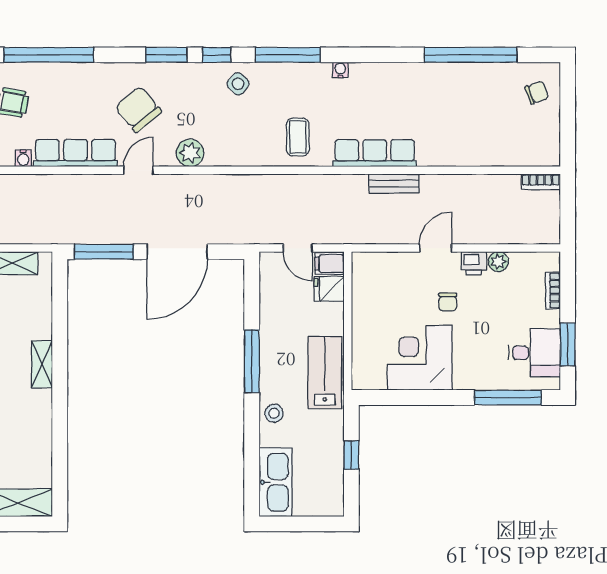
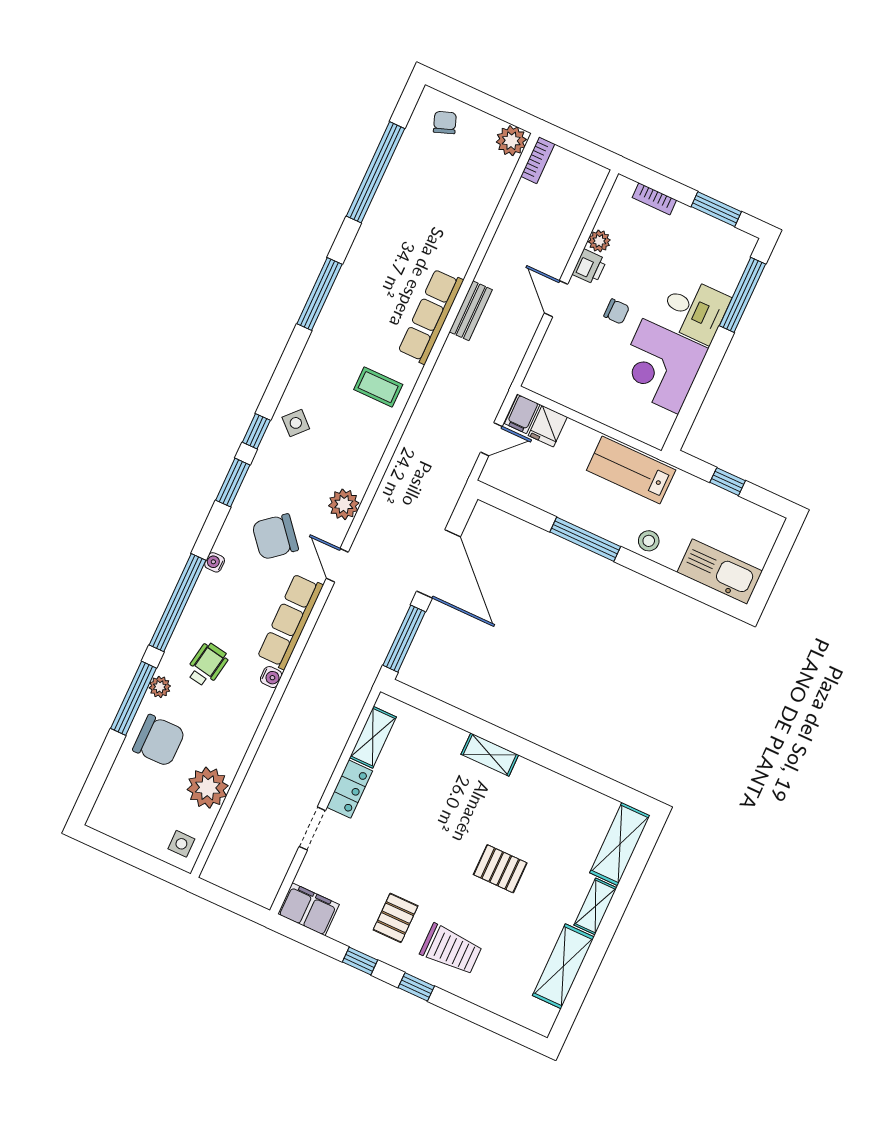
window: (288, 55) -> (319, 294), moved
water cooler: (340, 70) -> (215, 562), moved
plant: (547, 153) -> (511, 141), added
desk: (535, 353) -> (695, 310), moved, turned 90

